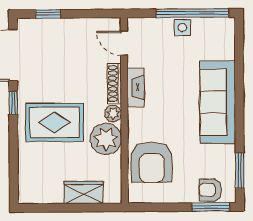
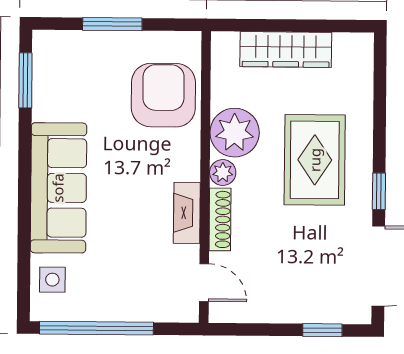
side table: (182, 28) -> (52, 280), moved
rug: (55, 122) -> (315, 160), turned 90
armchair: (210, 190) -> (72, 50), removed
wardrobe: (84, 192) -> (286, 50), width x1.50
window: (211, 207) -> (112, 24), moved

